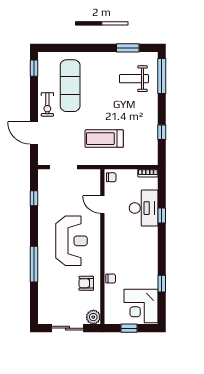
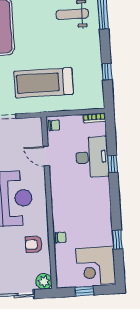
treadmill: (104, 139) -> (44, 83), width x1.37, depth x1.38

